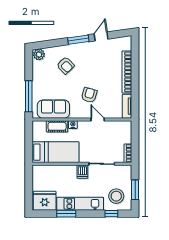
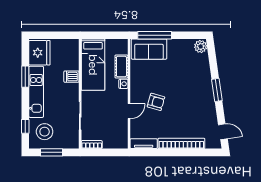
door: (101, 36) -> (223, 132), moved
armchair: (65, 65) -> (189, 76), removed
sofa: (53, 109) -> (149, 49), moved, turned 90
dishwasher: (82, 172) -> (71, 77), moved

